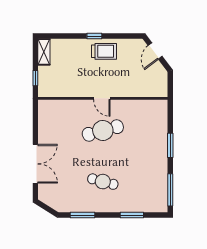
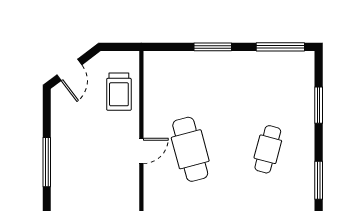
window: (94, 36) -> (47, 162), width x2.17
trolley: (104, 51) -> (119, 92), moved, turned 180
door: (155, 51) -> (69, 70), hinge flipped

